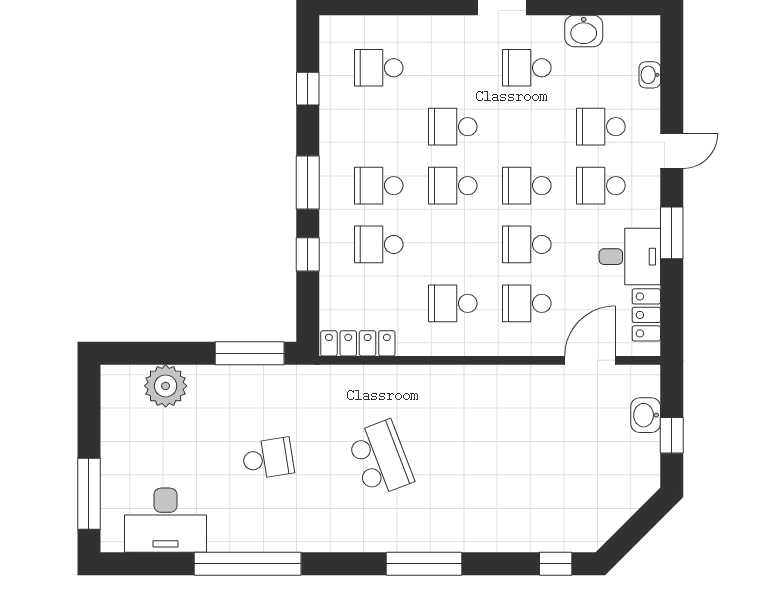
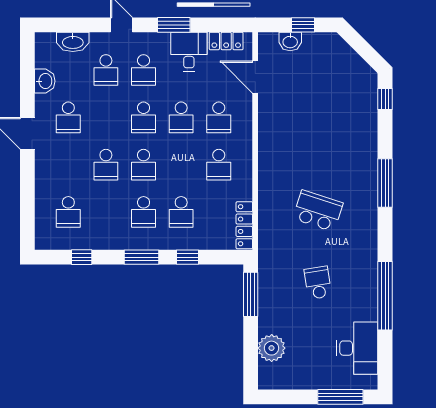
washbasin: (650, 75) -> (73, 42), width x1.91, depth x1.45
school desk: (380, 458) -> (318, 211), turned 39

